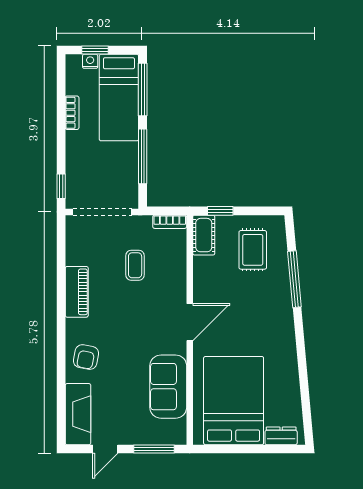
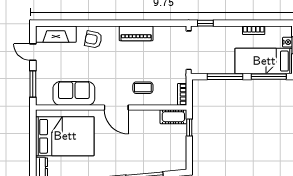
rug: (253, 250) -> (164, 149), removed
coffee table: (135, 265) -> (143, 88), moved

